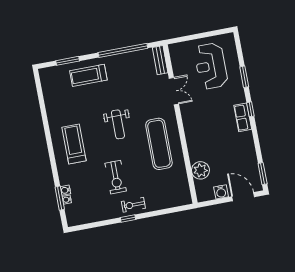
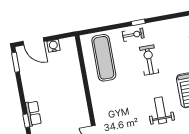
weight bench: (118, 124) -> (161, 110), moved
exercise mat: (159, 144) -> (104, 58), moved
plant: (200, 170) -> (72, 66), removed

